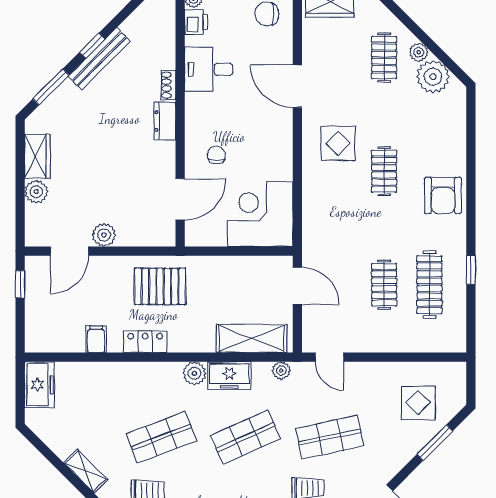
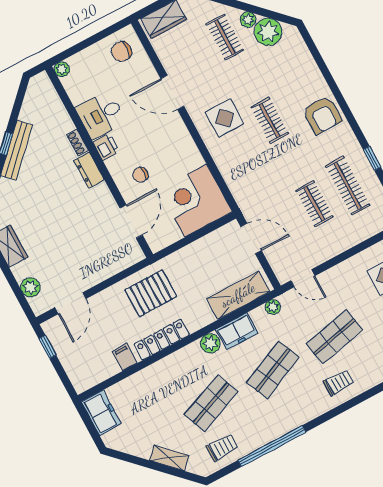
printer: (196, 22) -> (106, 147), moved
chair: (216, 155) -> (140, 175), turned -90
plant: (36, 192) -> (31, 287), moved
plant: (104, 235) -> (89, 278), removed
locker: (145, 342) -> (162, 340), width x1.53

